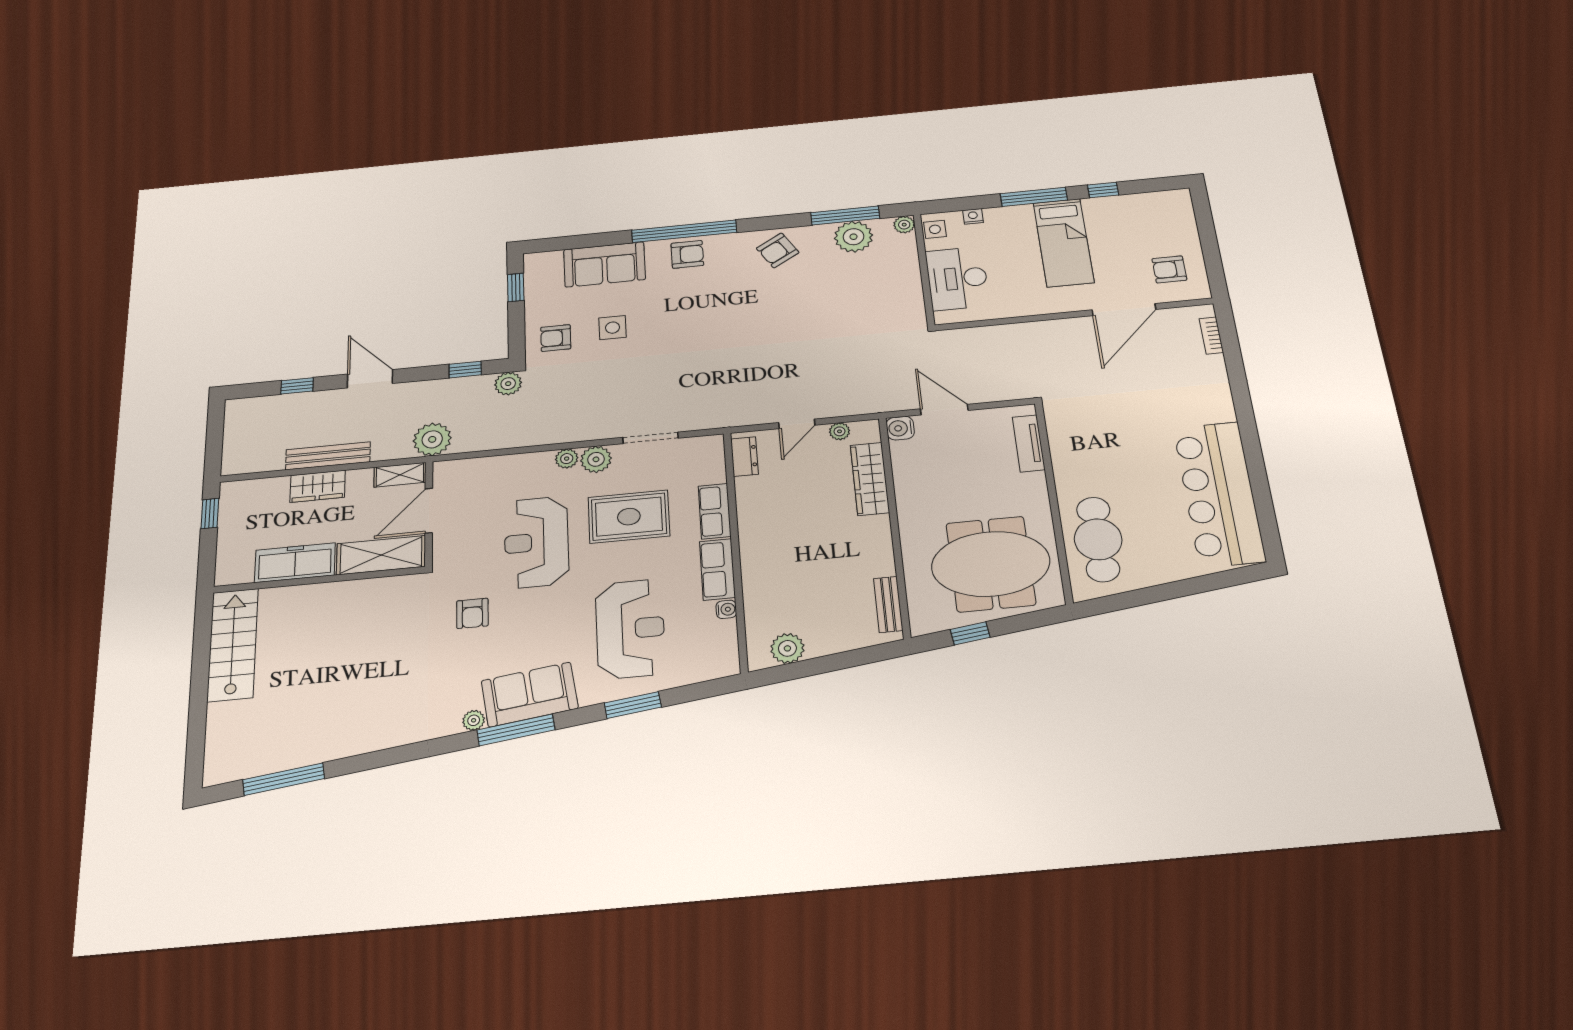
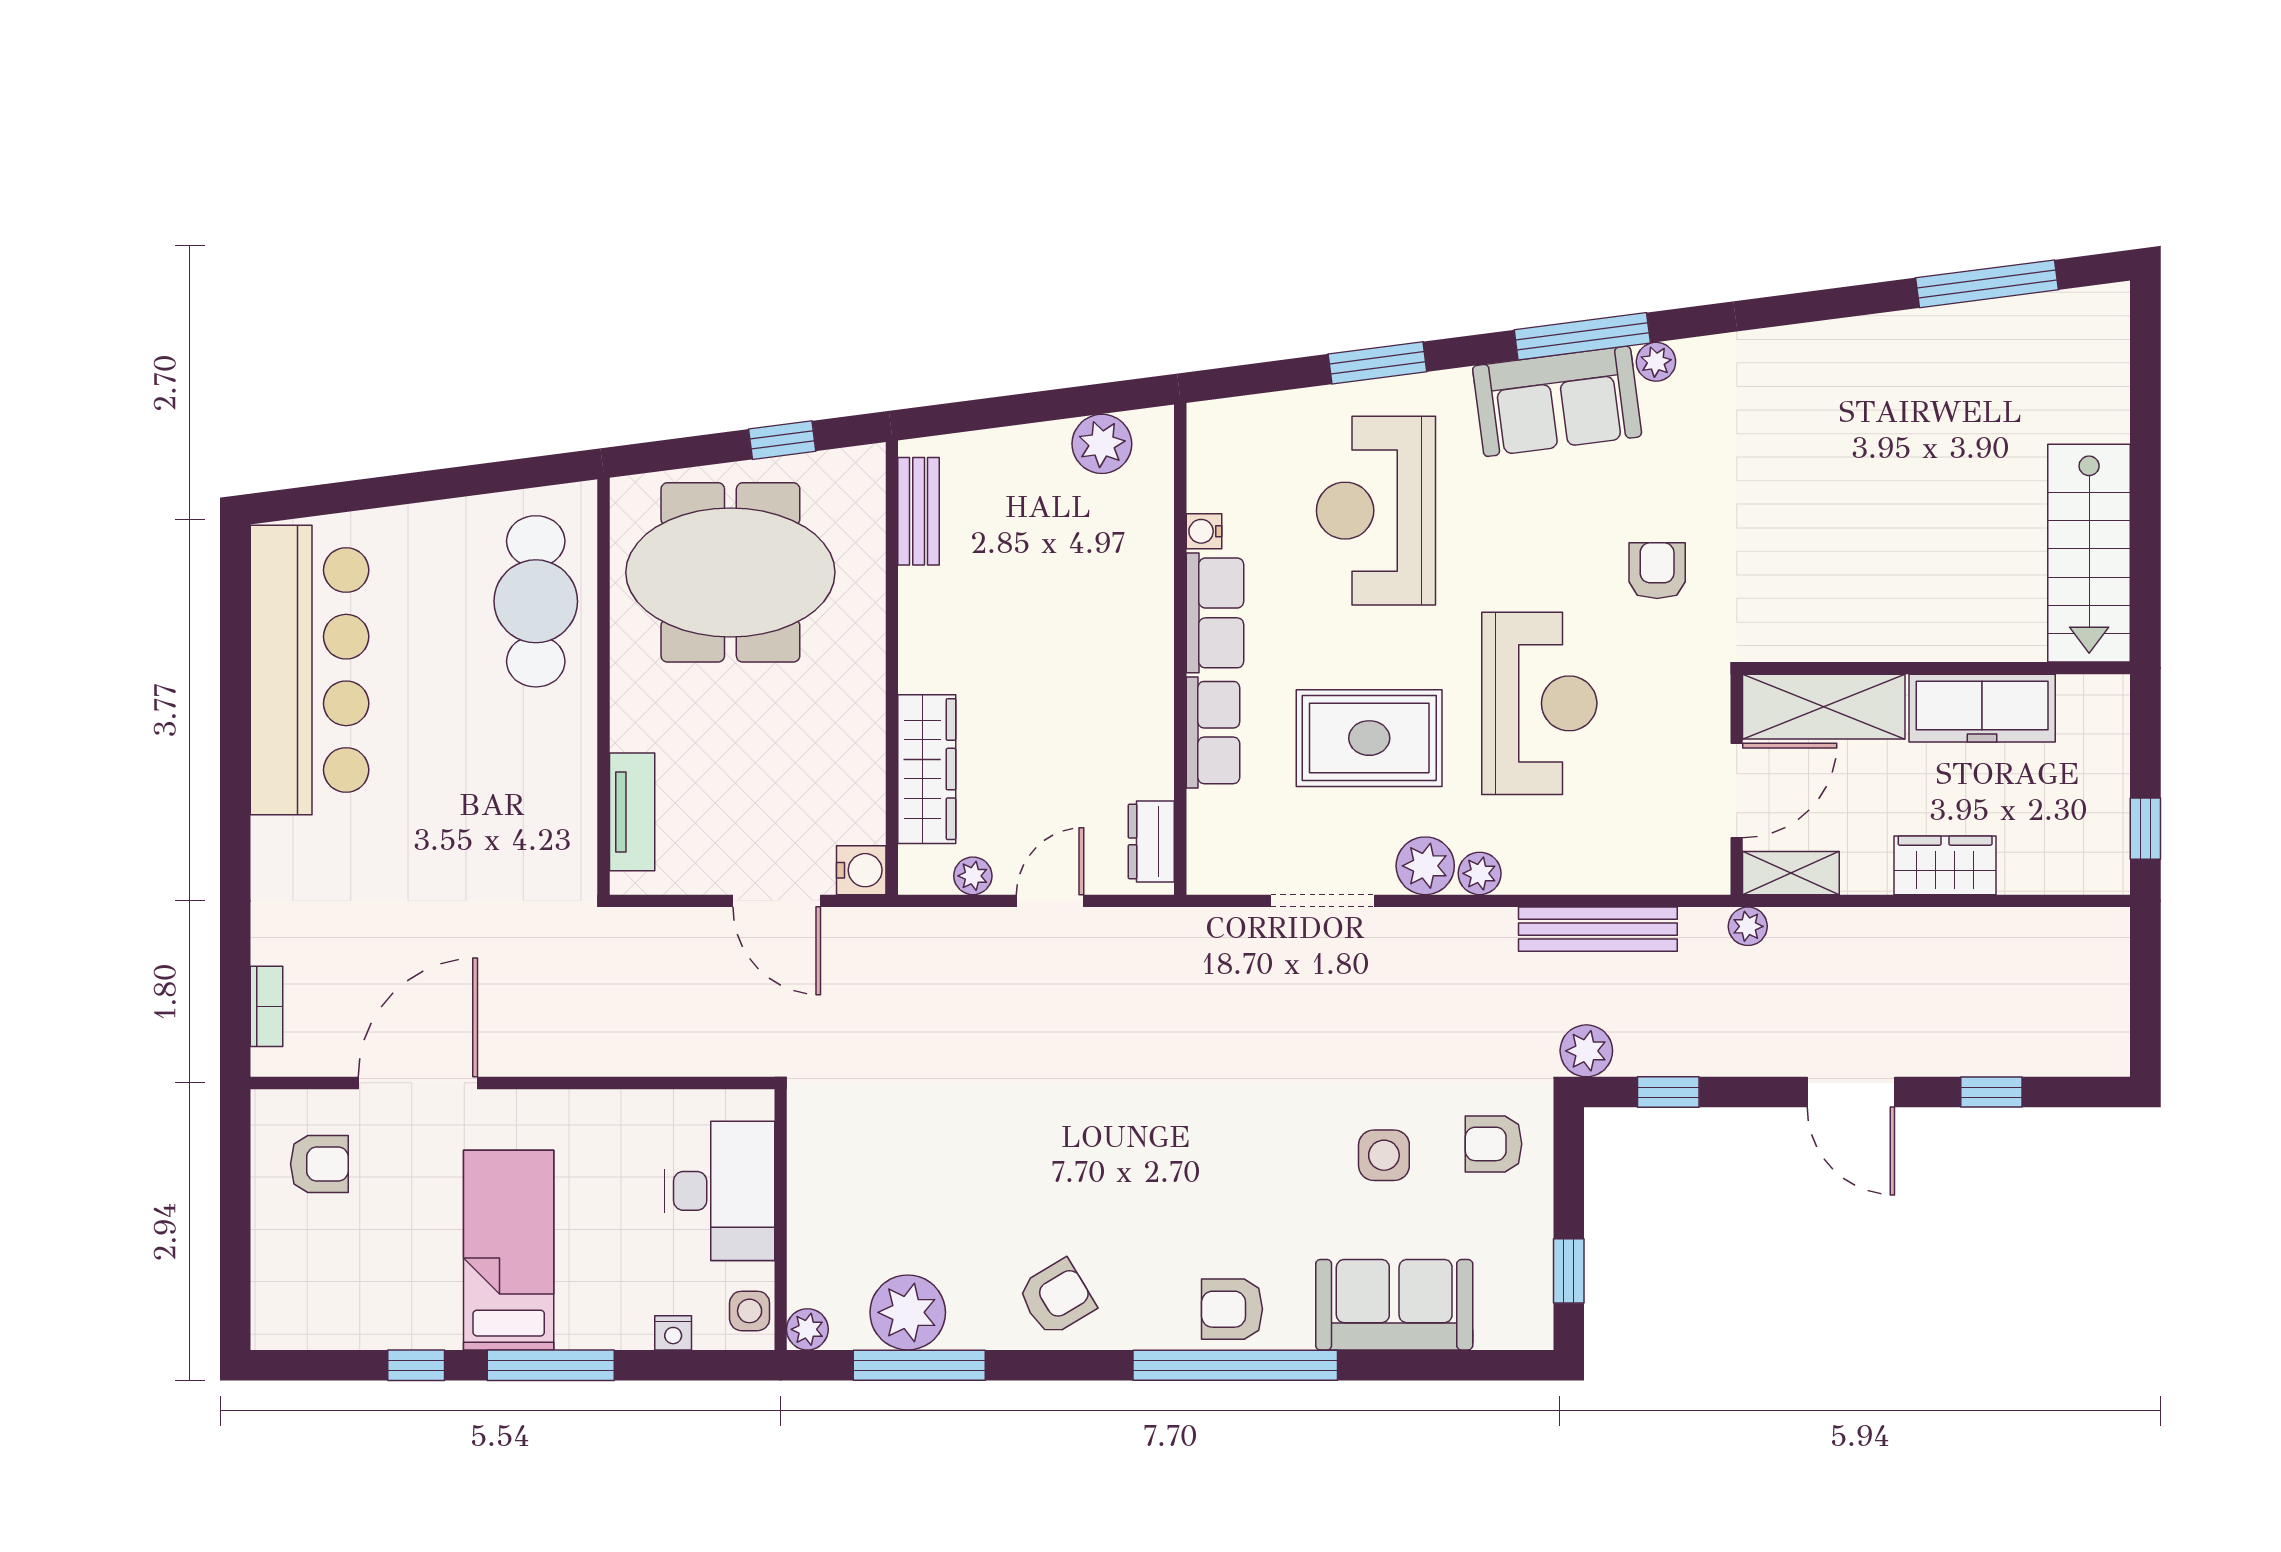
armchair: (556, 338) -> (1494, 1144), turned 180
plant: (432, 439) -> (1748, 926), width x0.53, depth x0.53
bench: (328, 456) -> (1598, 929), moved

